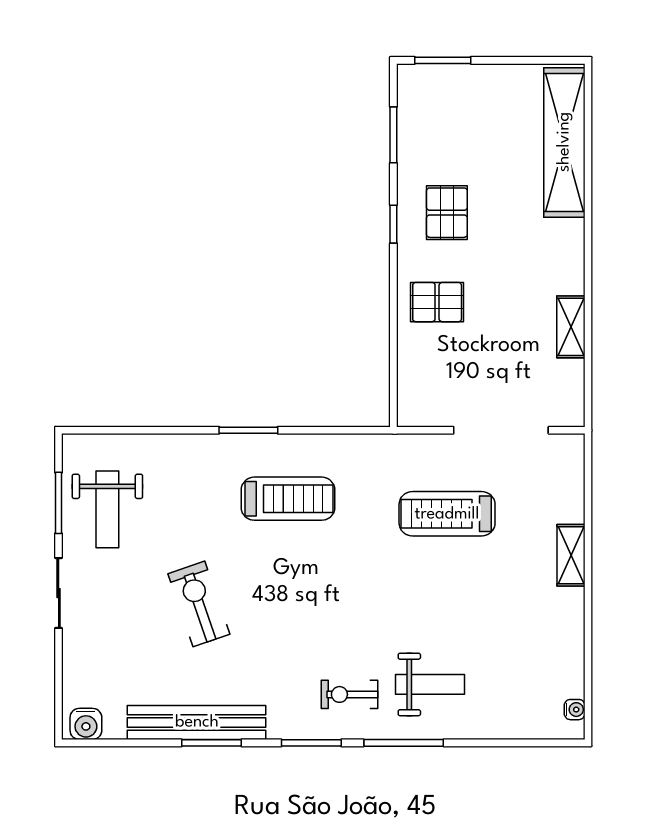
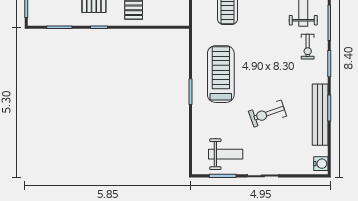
treadmill: (288, 499) -> (221, 74), width x1.37, depth x1.38

